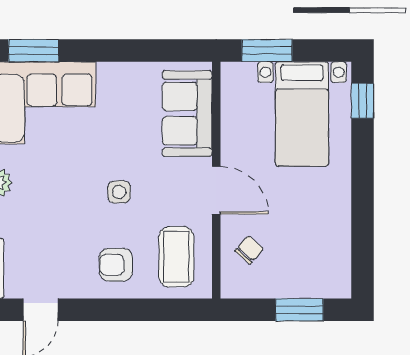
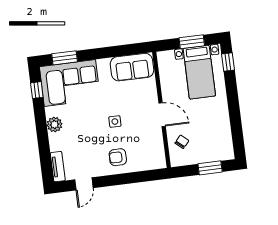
window: (267, 51) -> (192, 42), moved
sofa: (187, 114) -> (132, 67), moved, turned -90
coffee table: (176, 257) -> (147, 150), removed

